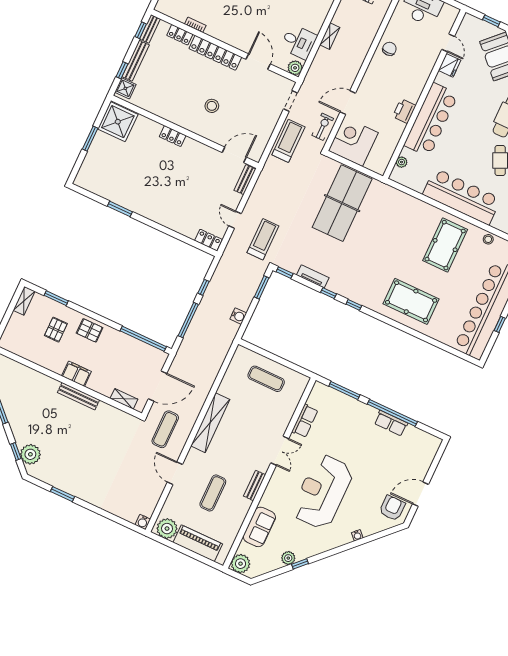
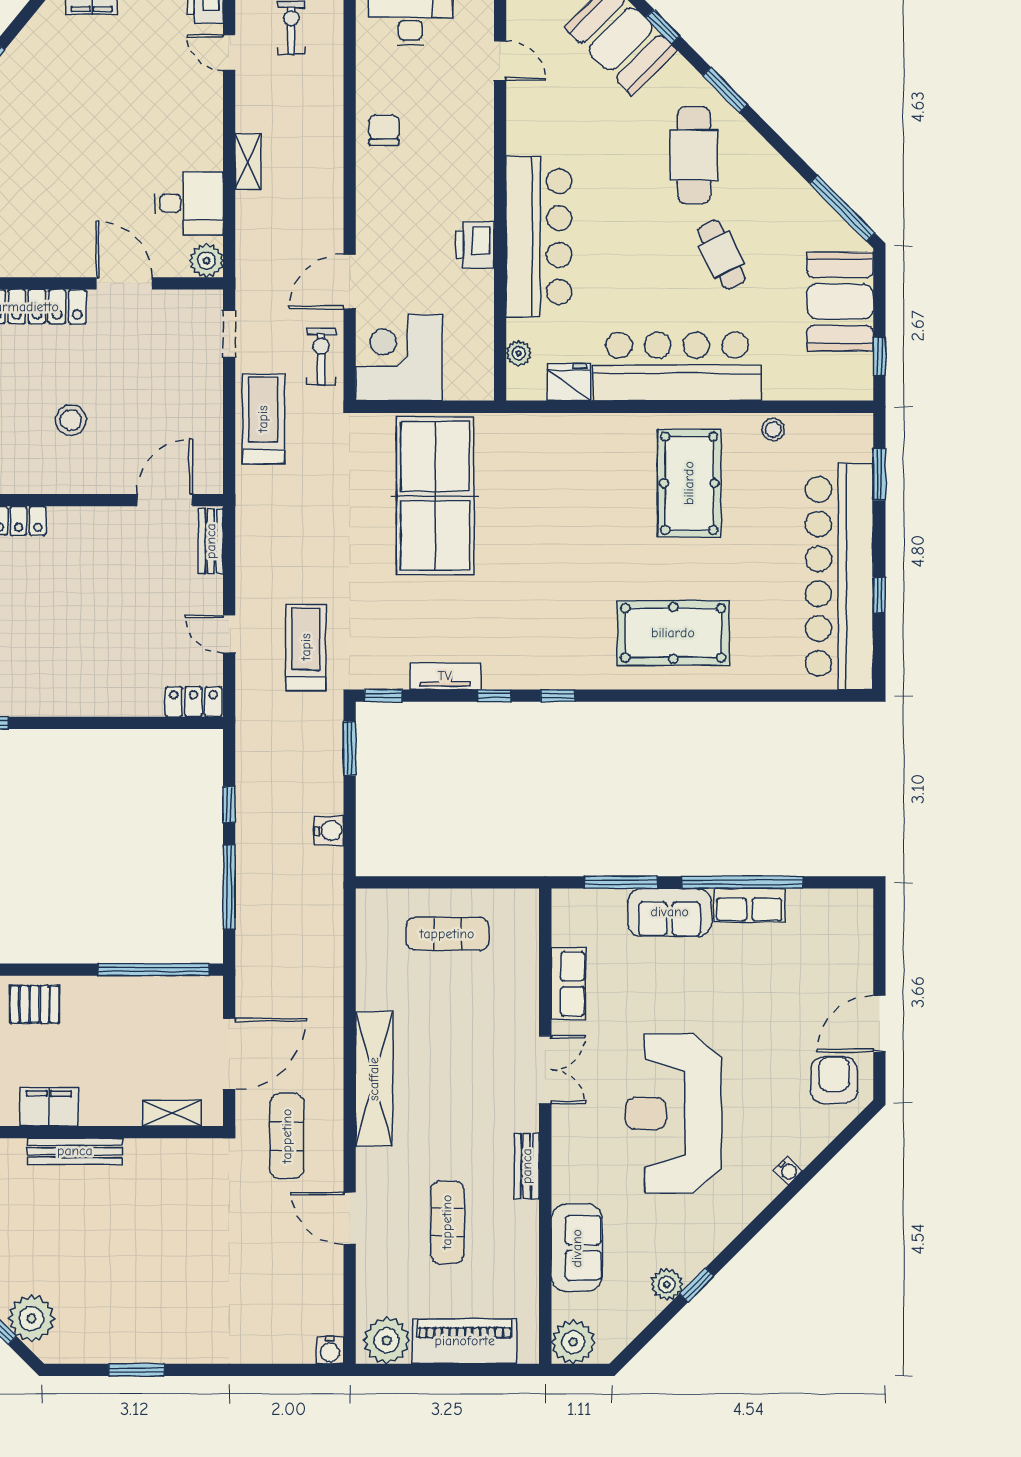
fridge: (450, 65) -> (569, 382), moved, turned -90
sofa: (358, 411) -> (670, 912), added

